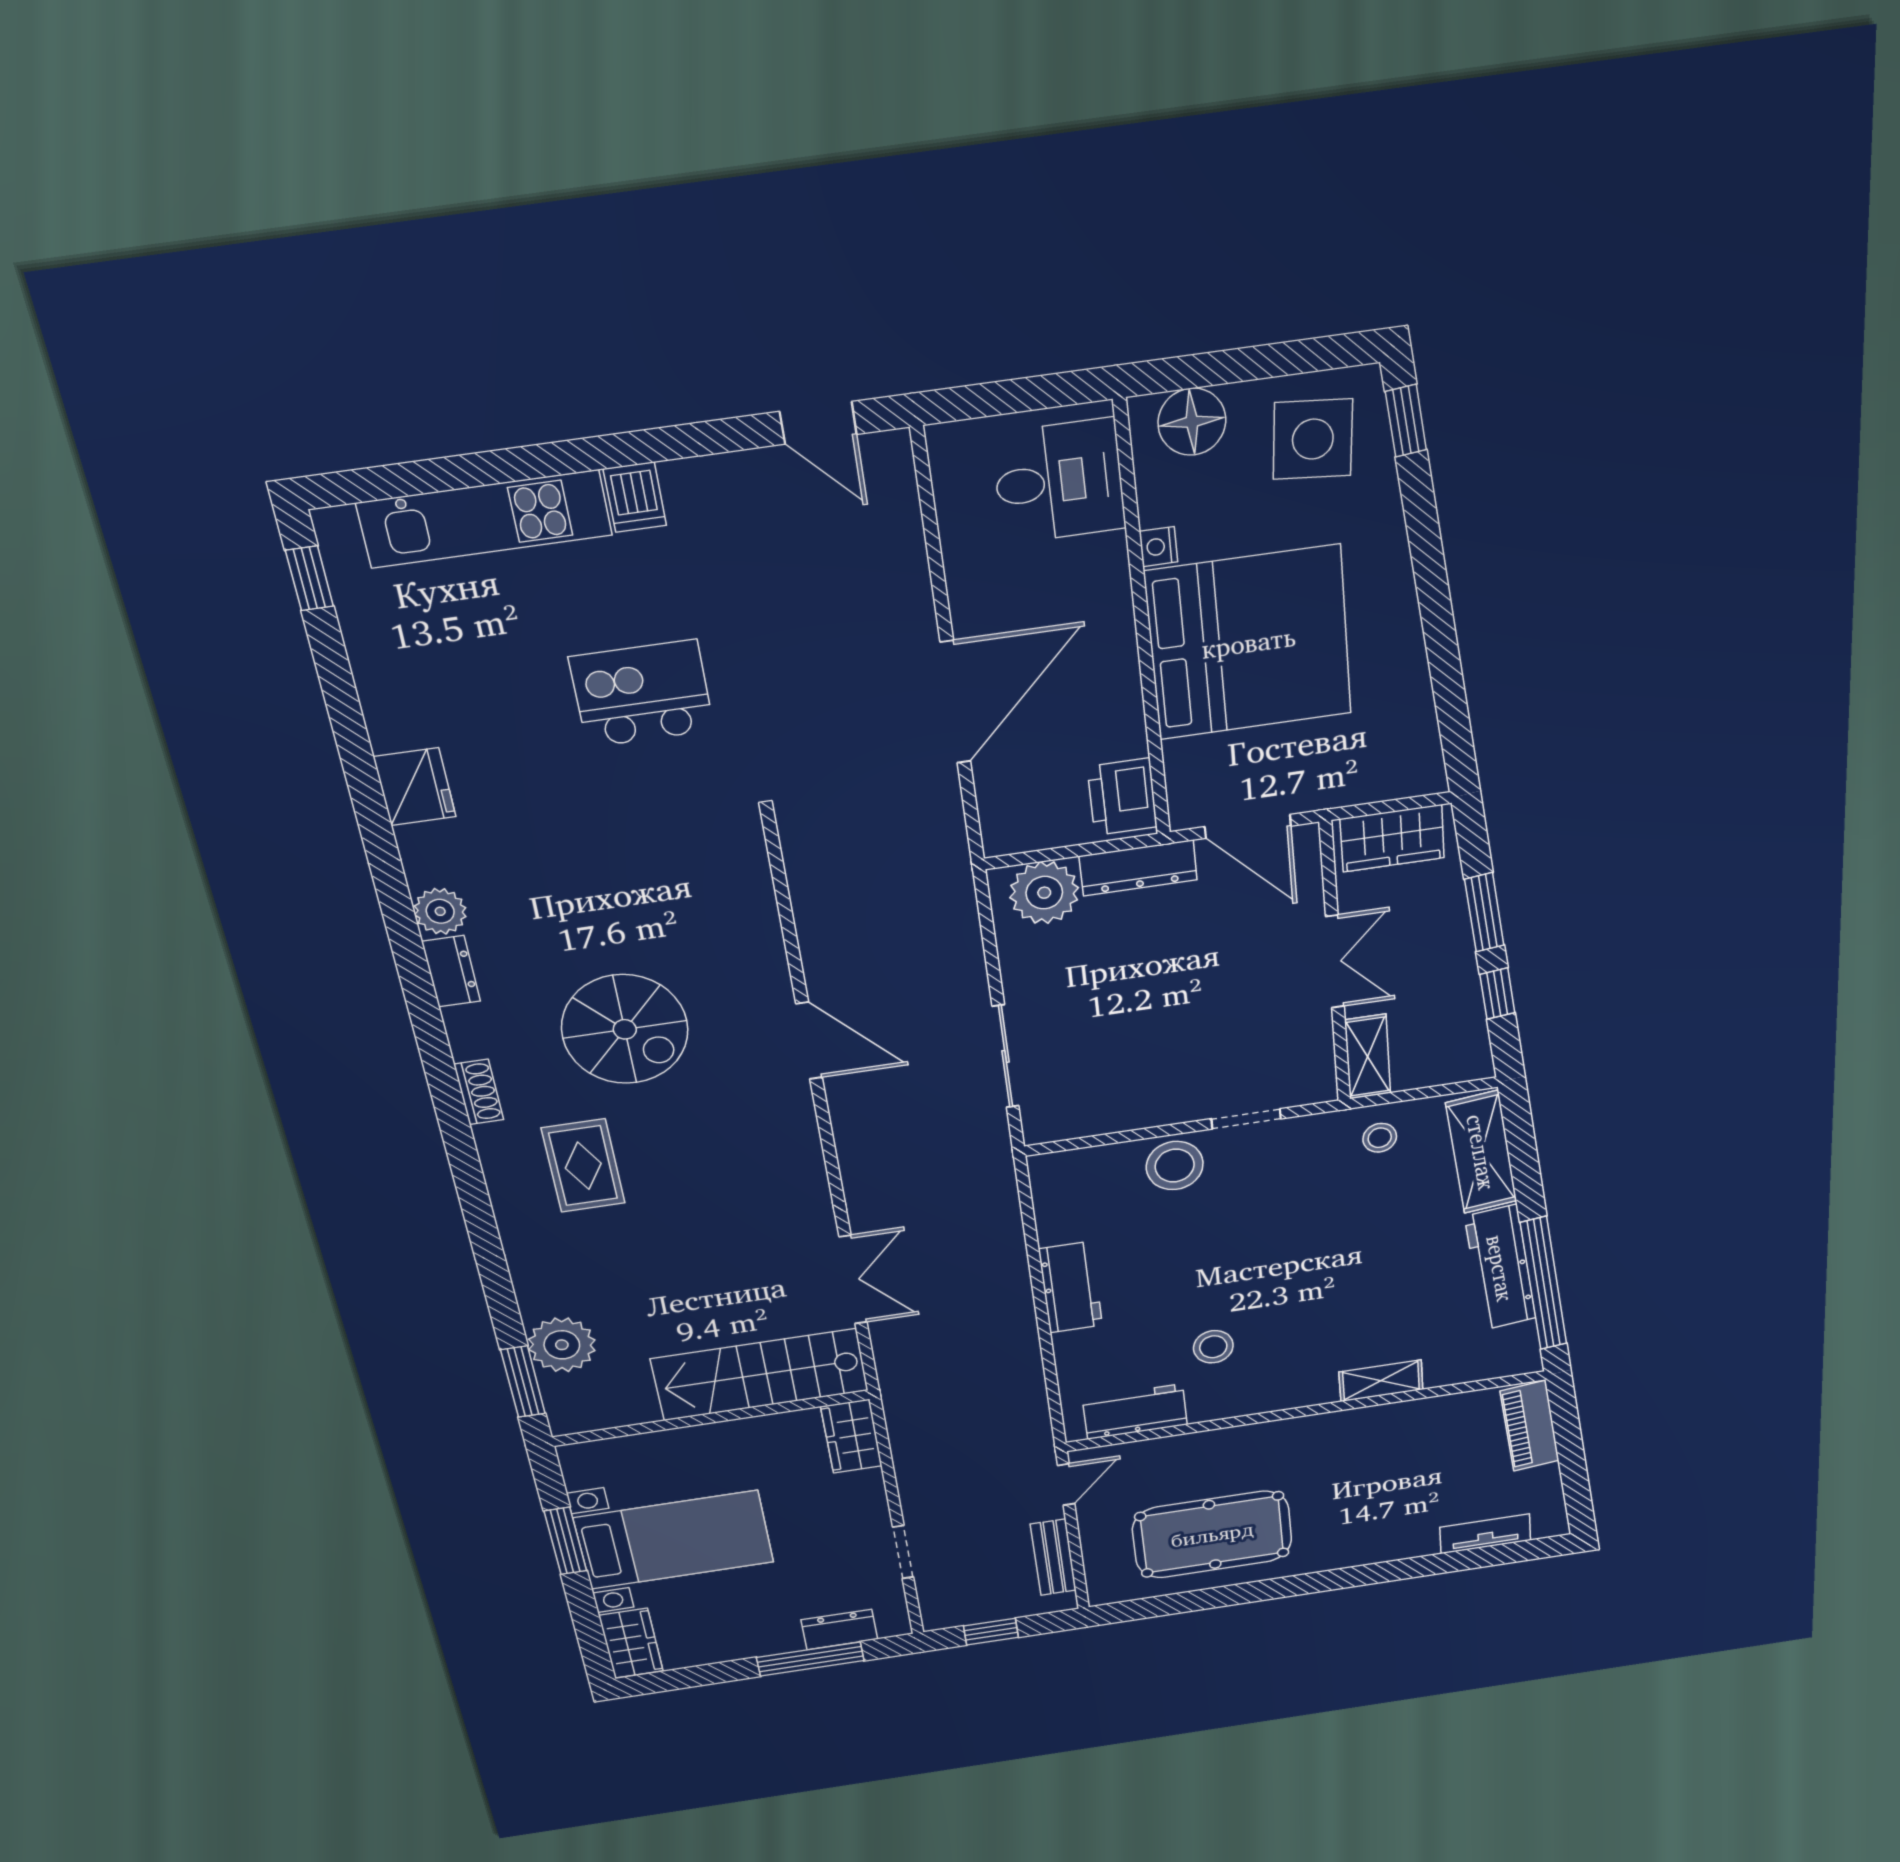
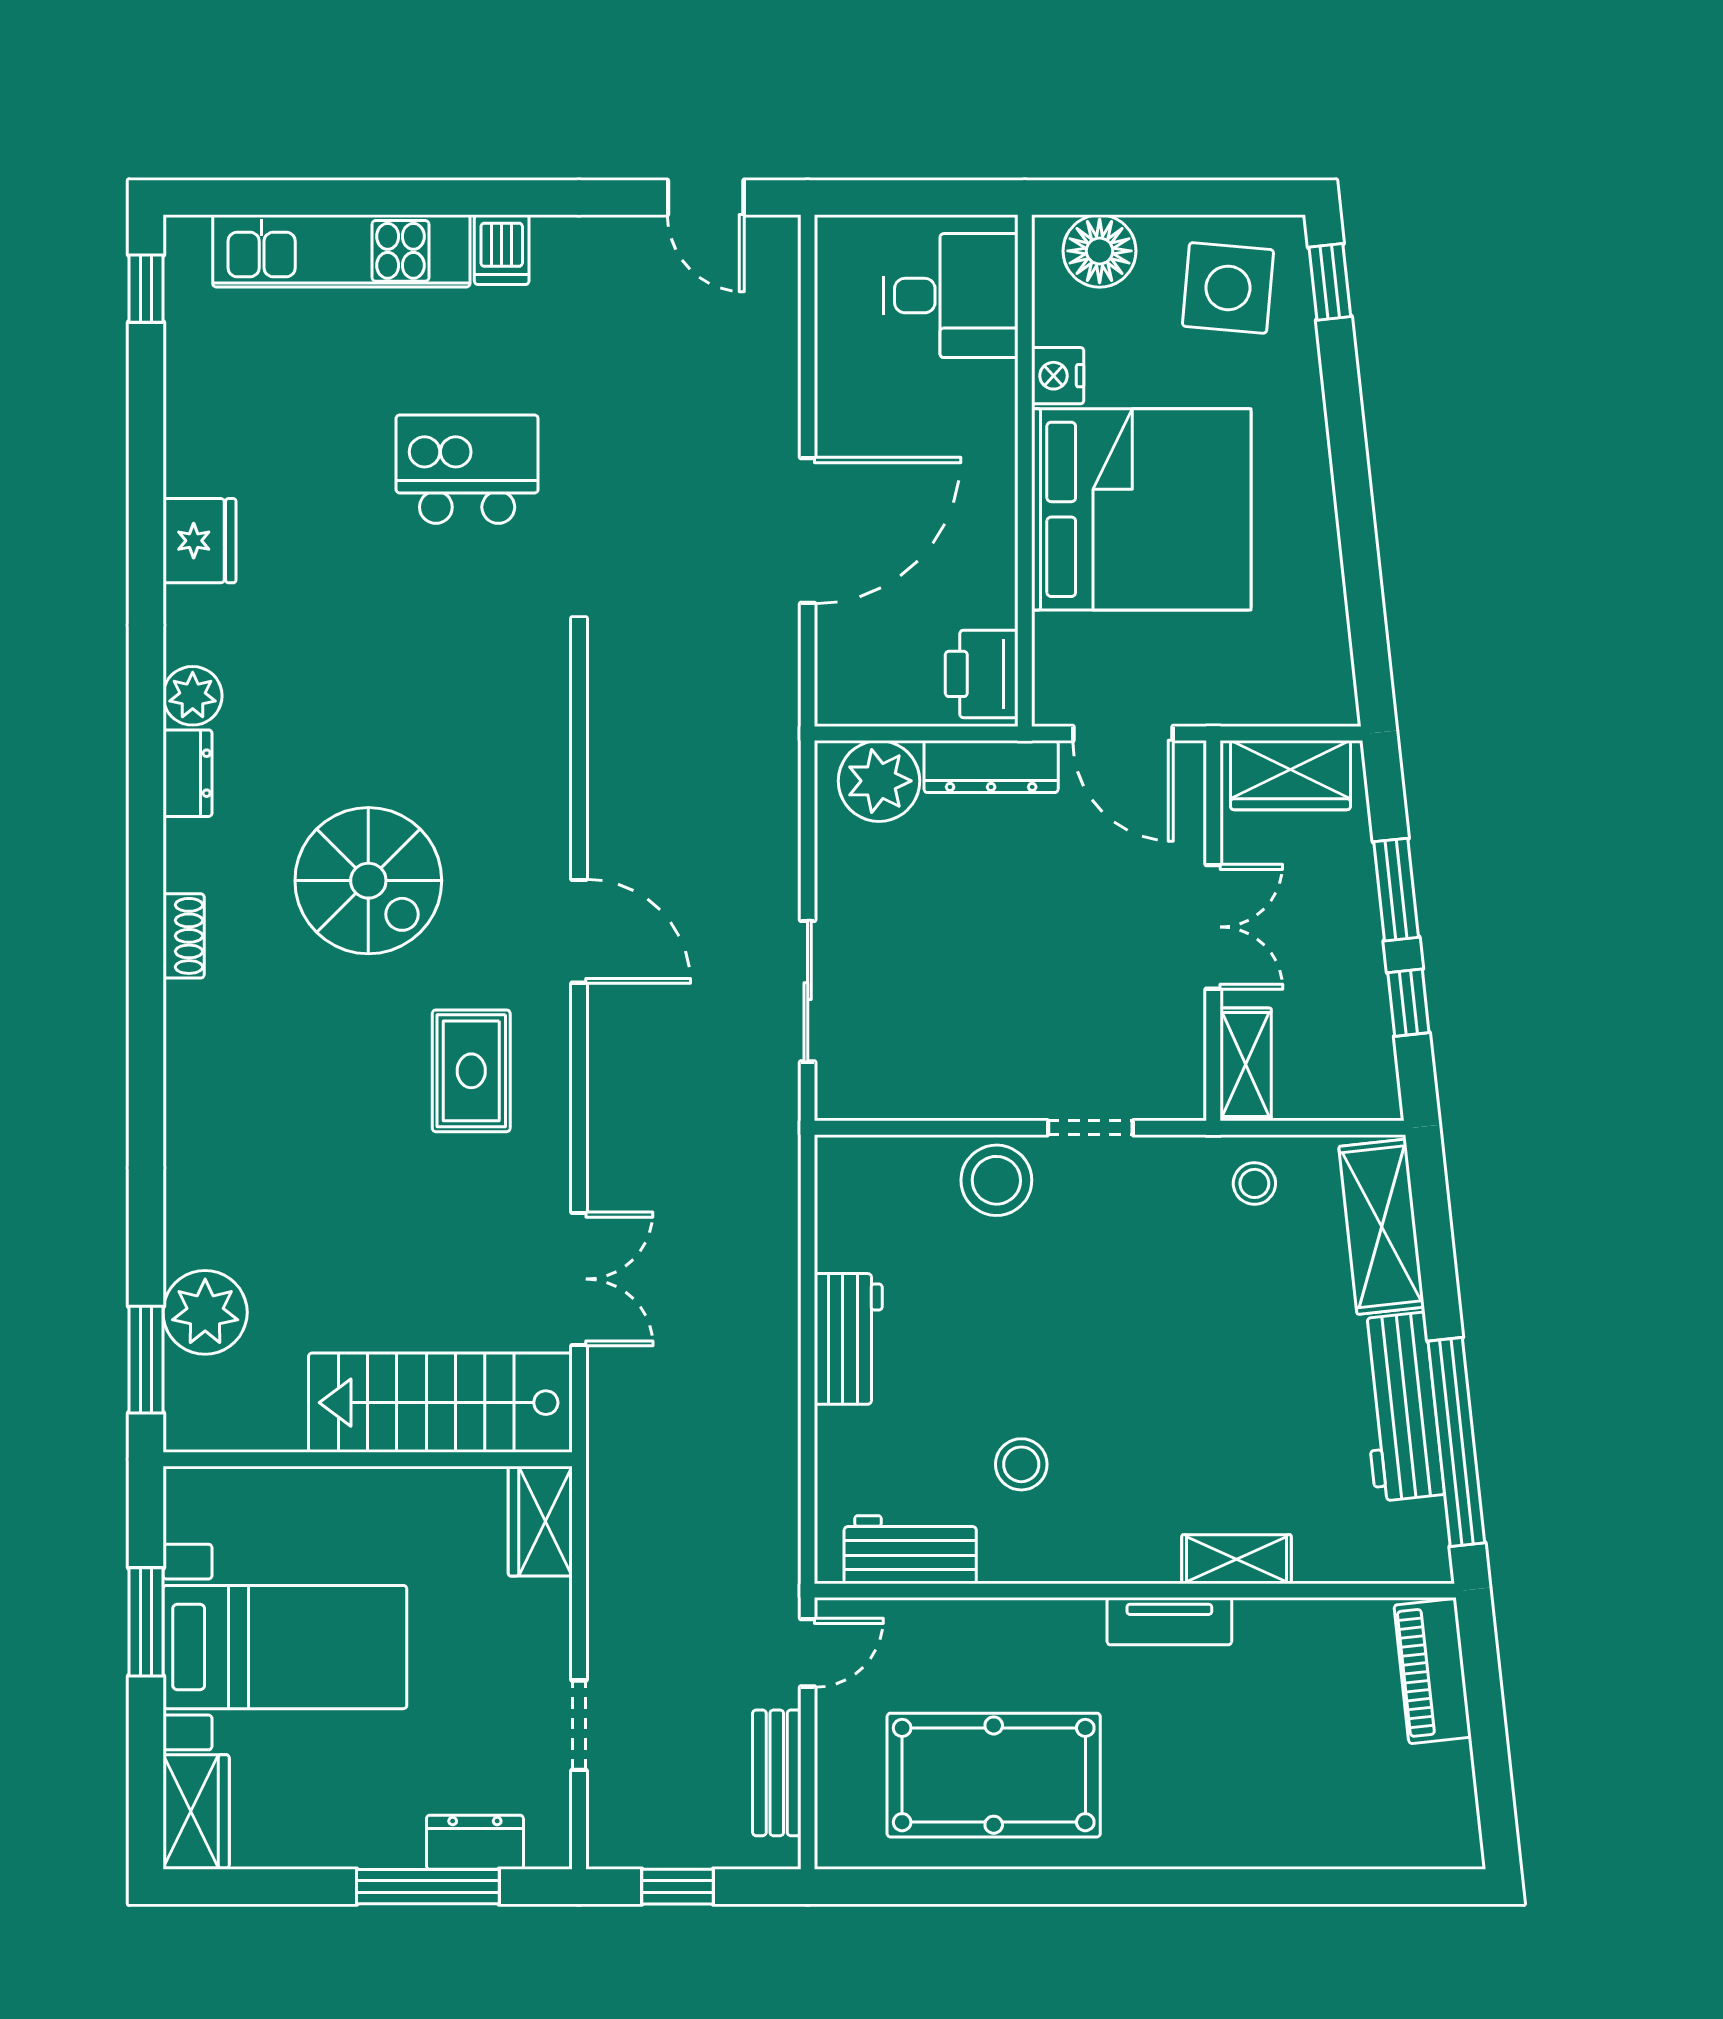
nightstand: (1158, 547) -> (1058, 376), width x1.39, depth x1.35
rug: (583, 1166) -> (471, 1071), moved
tv unit: (1485, 1534) -> (1169, 1621), moved, turned 180

